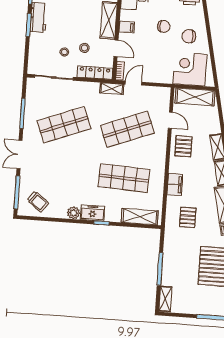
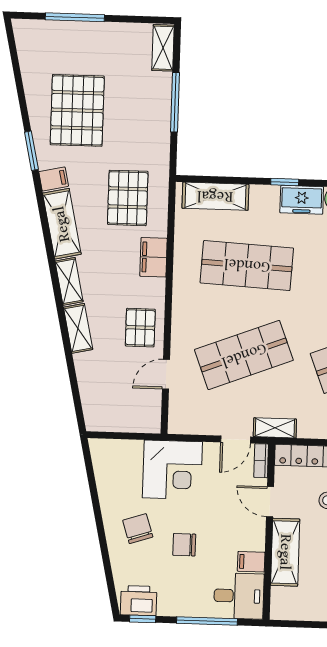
filing cabinet: (127, 27) -> (251, 562), moved
chair: (189, 36) -> (138, 529), turned -108
corner desk: (190, 69) -> (172, 470), moved
shelving: (195, 97) -> (123, 418), removed
door: (170, 120) -> (166, 374), hinge flipped
pallet: (188, 217) -> (128, 198), width x1.50, depth x1.42

